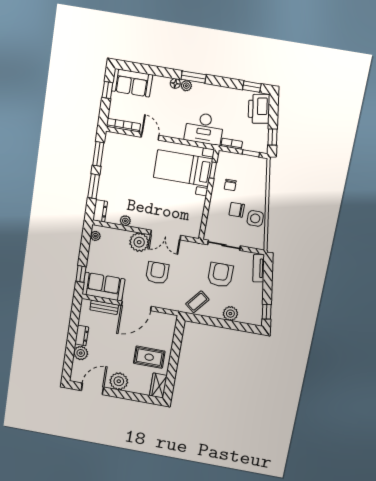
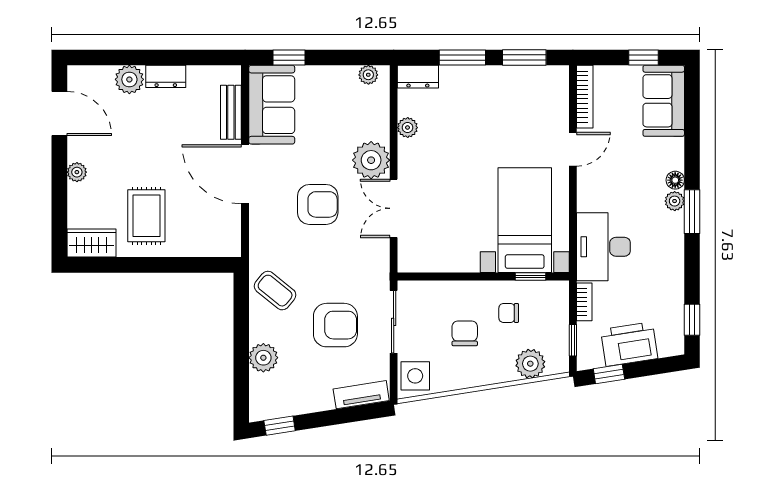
printer: (259, 109) -> (629, 344), moved
plant: (259, 178) -> (530, 364), added
side table: (255, 218) -> (415, 376), moved
plant: (119, 381) -> (77, 172), width x0.53, depth x0.53

